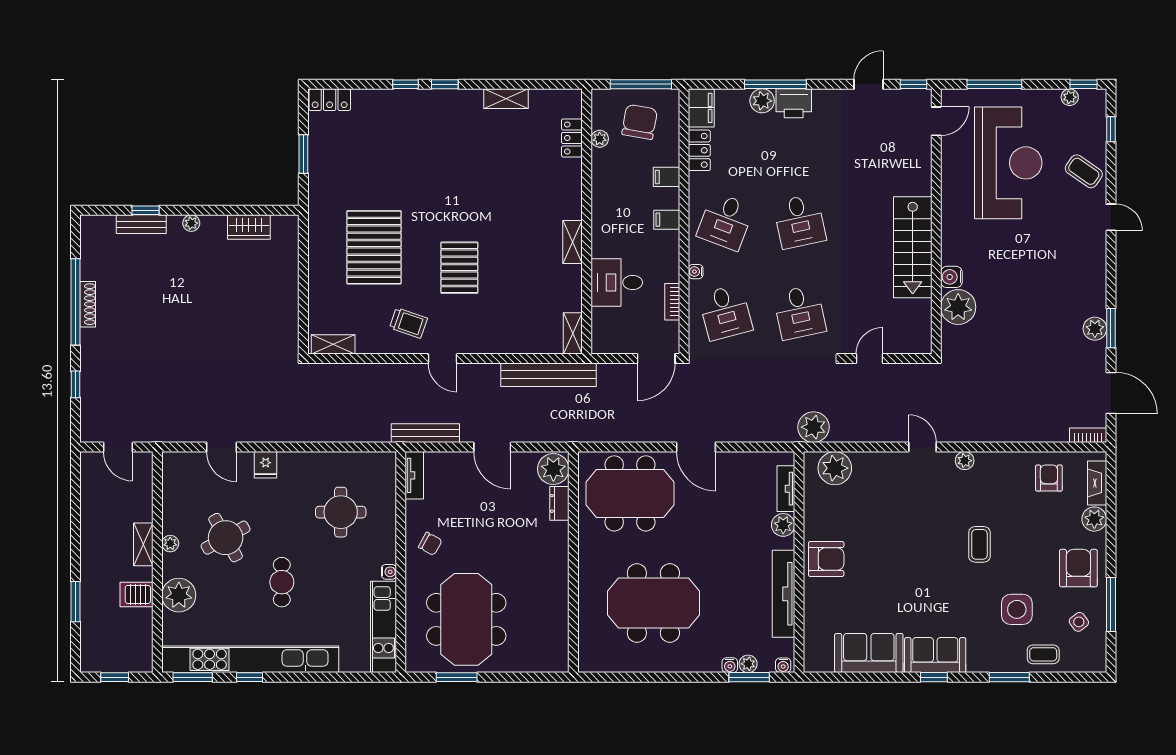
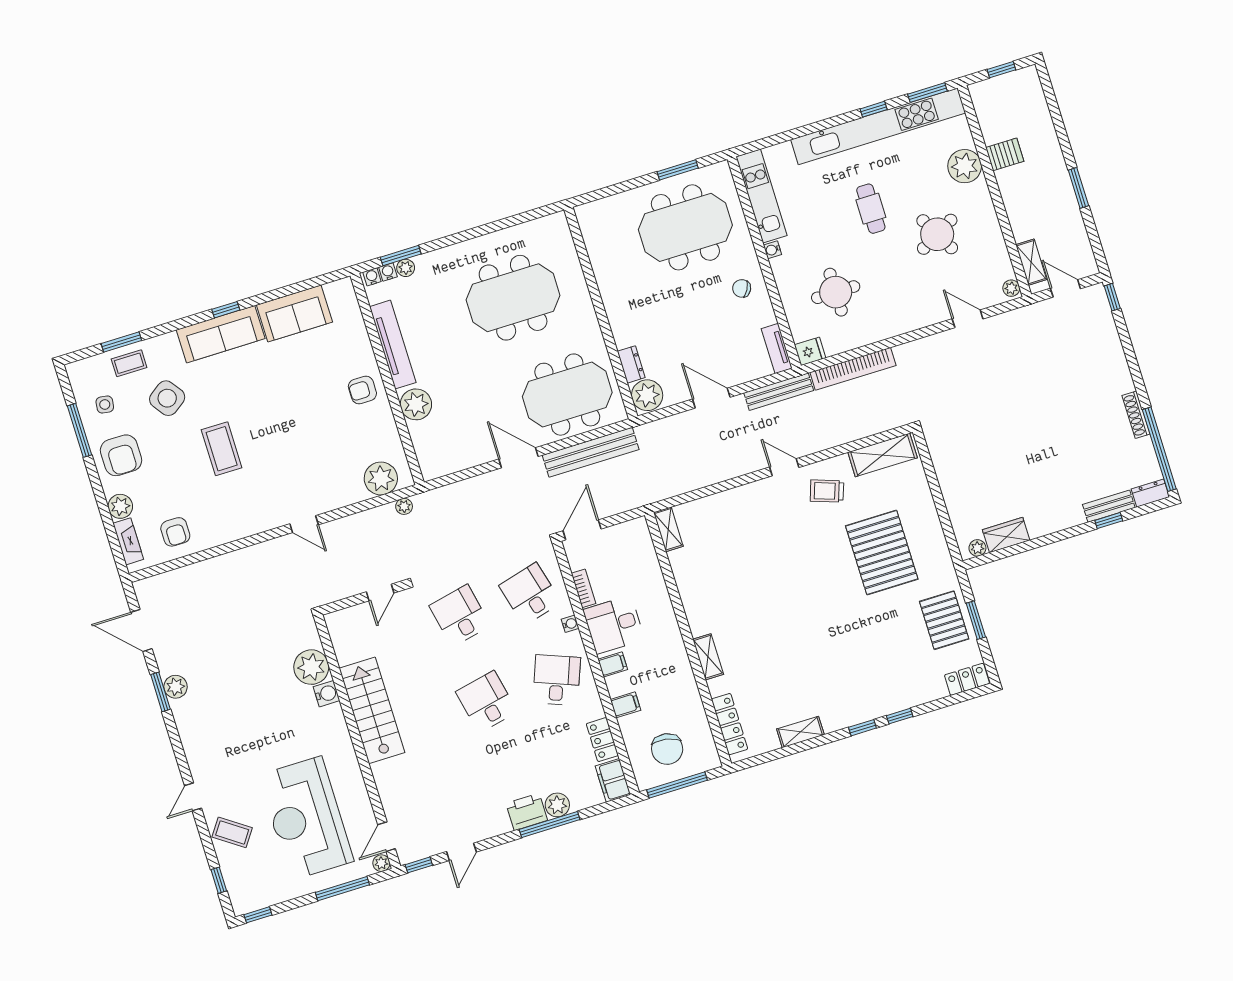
plant: (1070, 97) -> (381, 863), moved
locker: (572, 138) -> (730, 724), width x1.53
plant: (600, 139) -> (700, 721), removed
door: (1111, 217) -> (193, 797), hinge flipped
plant: (191, 223) -> (977, 548), moved
dresser: (97, 224) -> (1150, 493), added
shelving: (572, 242) -> (708, 657), moved
pallet: (459, 268) -> (944, 620), moved
desk: (617, 282) -> (614, 625), moved, turned 180
window: (76, 302) -> (1159, 449), moved
shelving: (333, 344) -> (883, 455), width x1.50, depth x1.33
bench: (549, 375) -> (591, 452), moved
window: (76, 384) -> (1112, 297), moved
plant: (813, 427) -> (404, 506), width x0.53, depth x0.53
bookcase: (1088, 435) -> (853, 369), moved, width x2.31, depth x1.31
plant: (965, 461) -> (260, 524), removed
fridge: (266, 465) -> (810, 351), moved, turned 90
tv unit: (786, 489) -> (421, 445), removed
plant: (783, 525) -> (416, 404), width x1.36, depth x1.36
shelving: (143, 544) -> (1031, 262), moved
plant: (170, 544) -> (1011, 288), moved
coffee table: (979, 544) -> (222, 449), width x1.36, depth x1.30
armchair: (826, 559) -> (362, 390), width x0.72, depth x0.72
window: (76, 602) -> (1078, 188), moved
side table: (1017, 609) -> (167, 398), turned -36
meeting table: (466, 619) -> (685, 227), turned 90
side table: (1079, 622) -> (105, 404), turned 45
sofa: (935, 655) -> (221, 334), width x1.36
water cooler: (730, 665) -> (388, 272), moved
window: (1009, 677) -> (121, 342), moved

